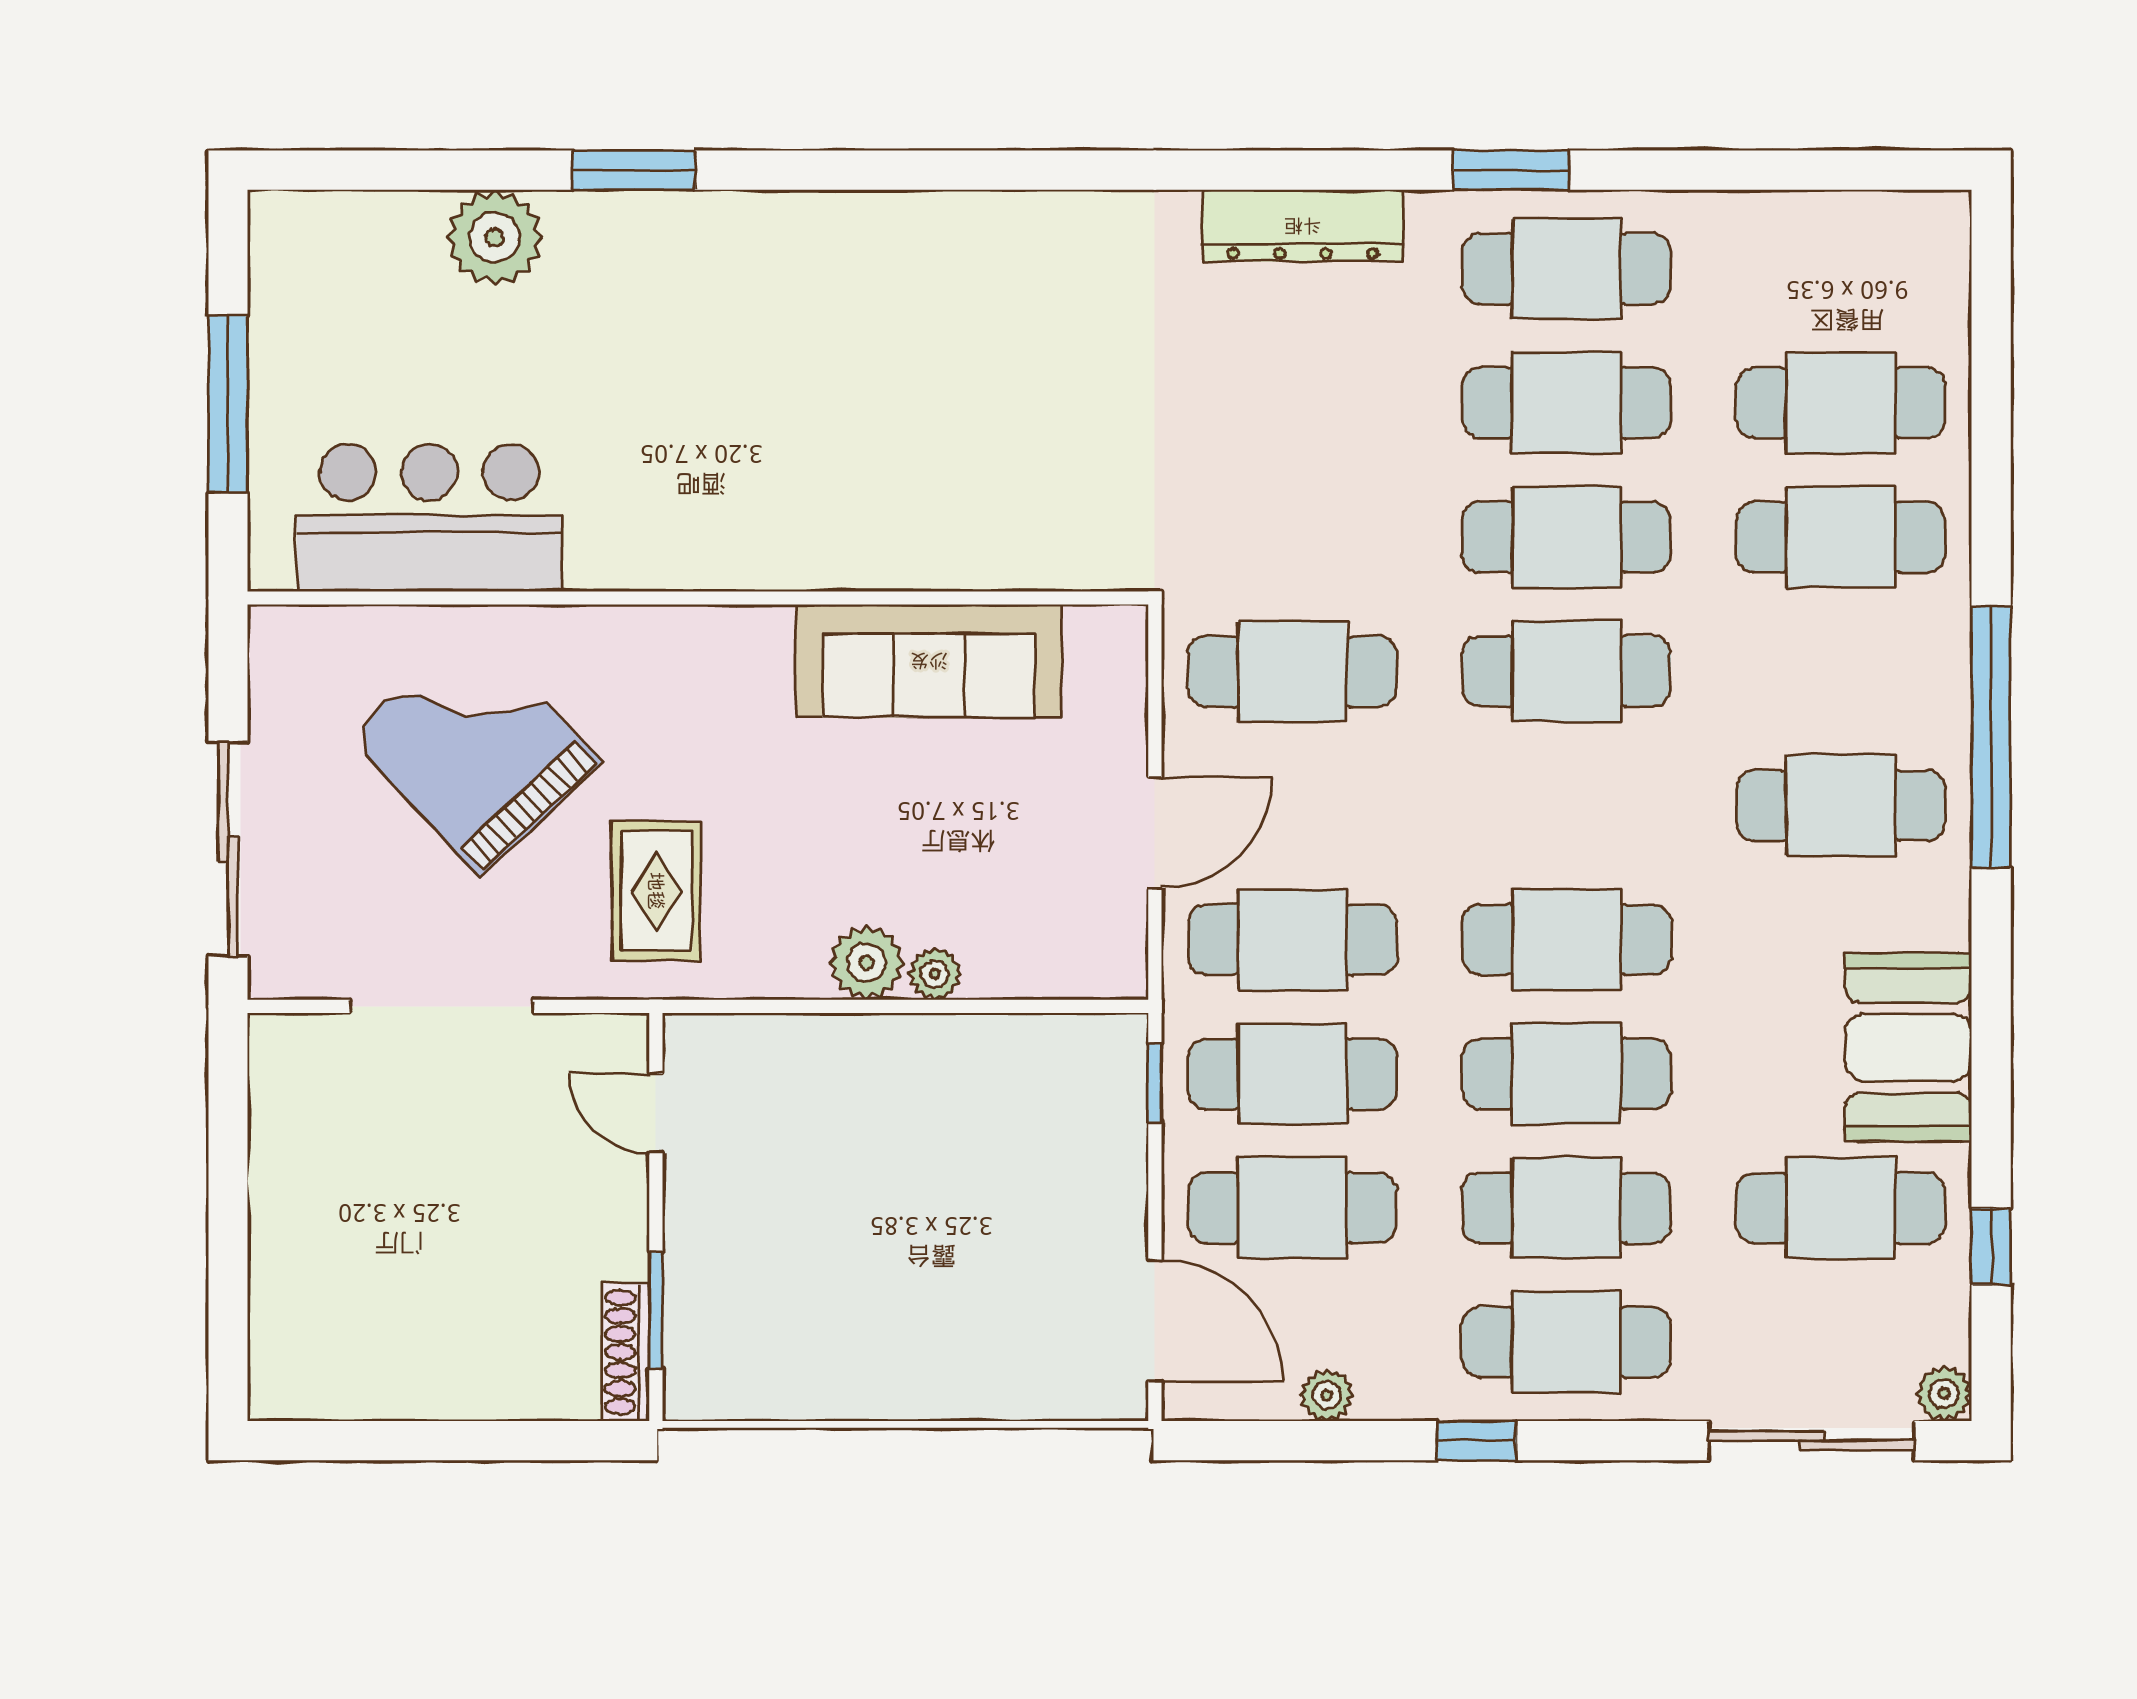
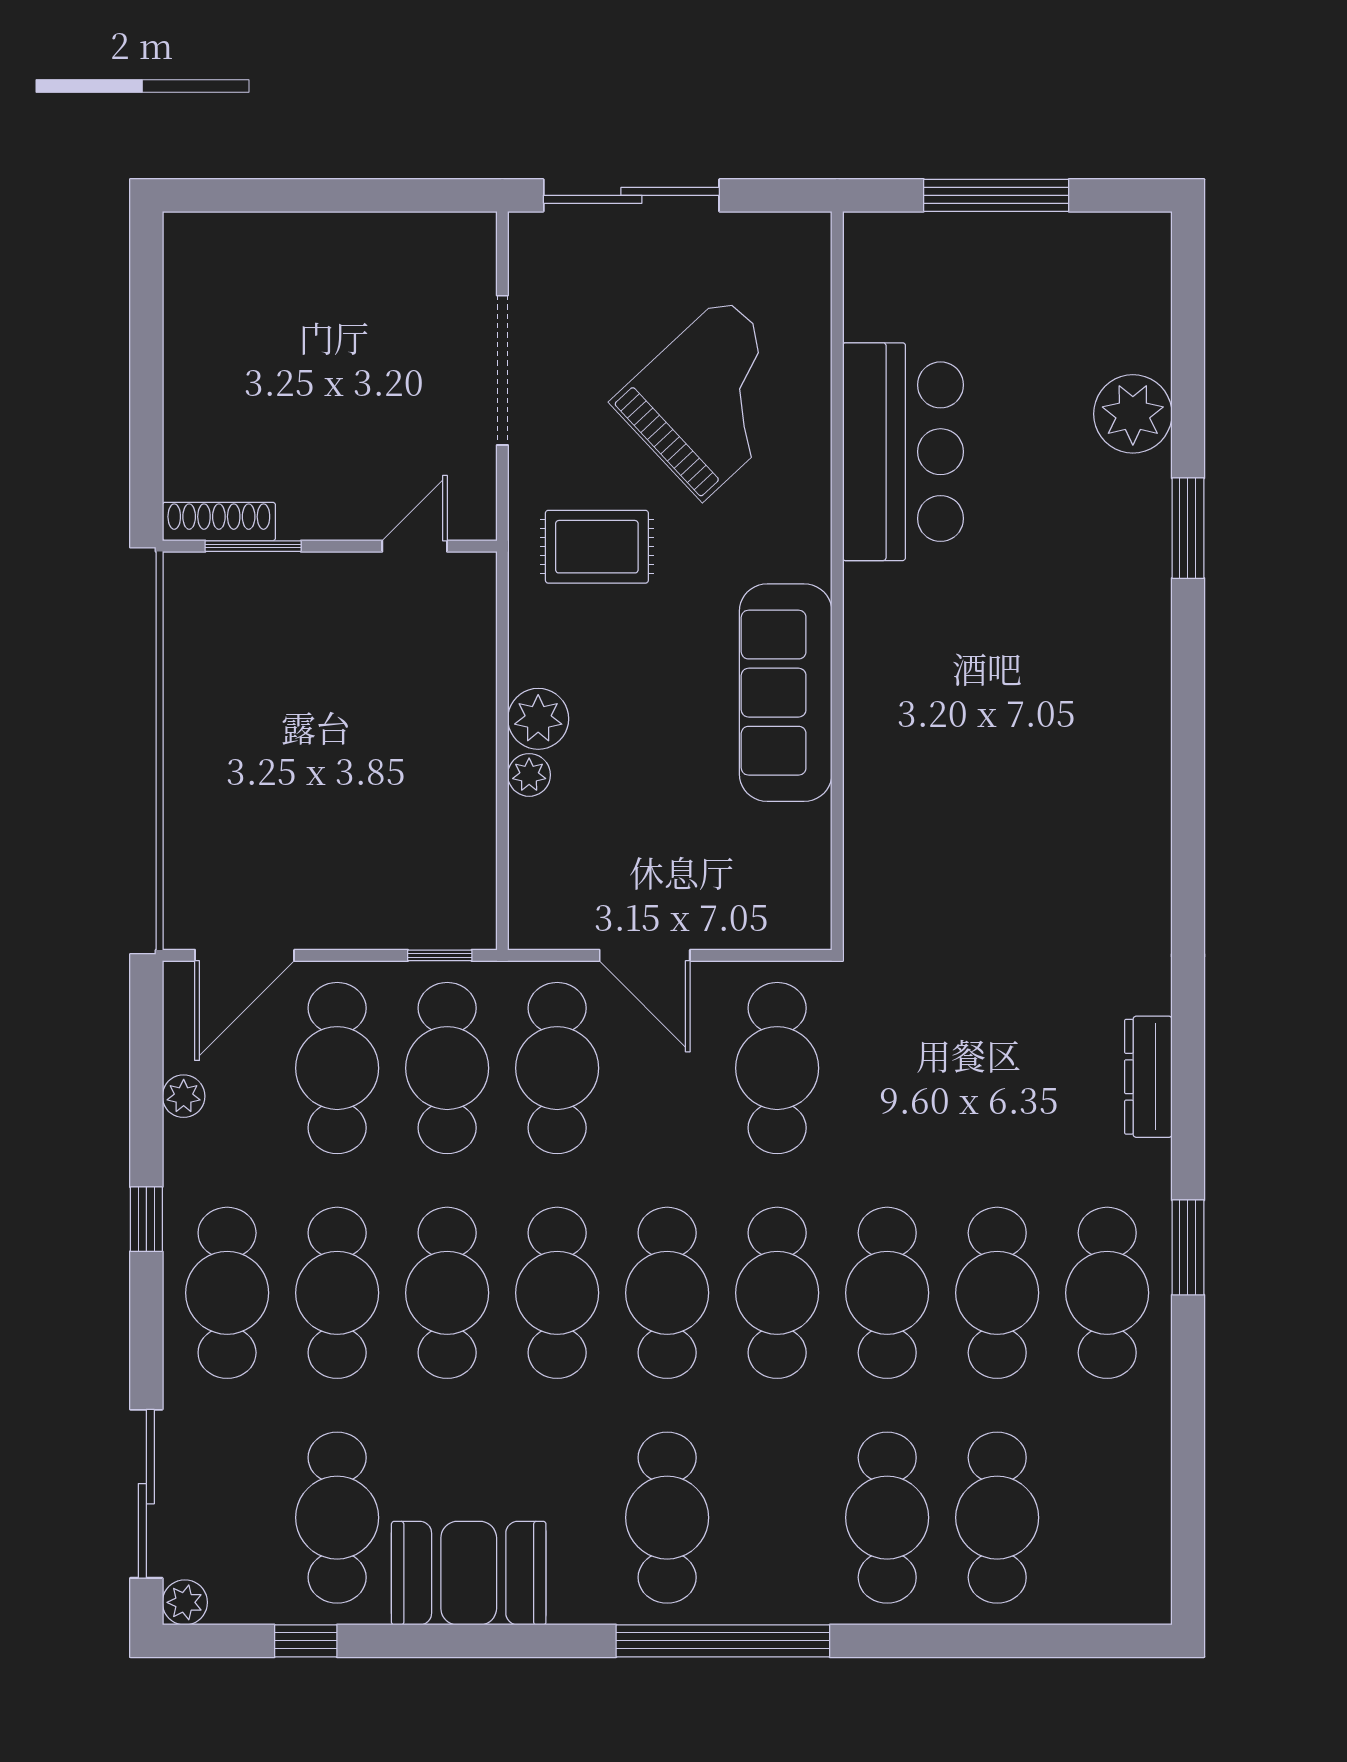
dresser: (1303, 226) -> (1148, 1077), width x0.73, depth x0.80
bar counter: (429, 518) -> (903, 452), moved
sofa: (929, 661) -> (786, 693), moved
cafe table: (1567, 805) -> (667, 1293), added

